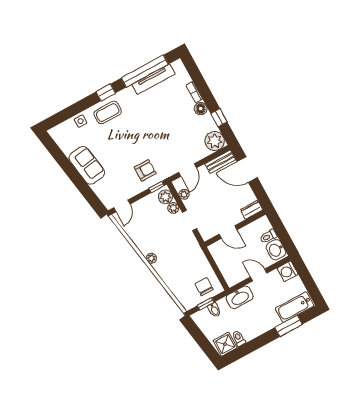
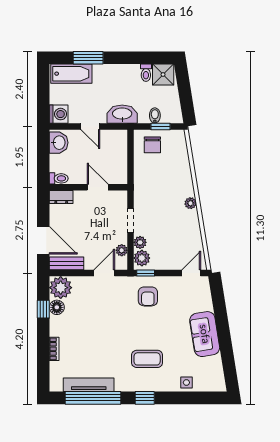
floor lamp: (201, 109) -> (57, 307), moved
coffee table: (108, 113) -> (147, 359), moved
armchair: (145, 170) -> (148, 296), turned -90
toilet: (268, 236) -> (59, 178), moved

